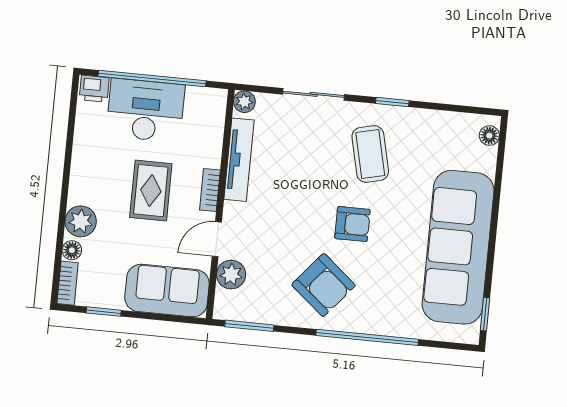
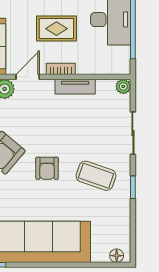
coffee table: (370, 154) -> (96, 176), turned 32
tv unit: (239, 160) -> (75, 87), width x0.71
door: (217, 239) -> (28, 77), hinge flipped

